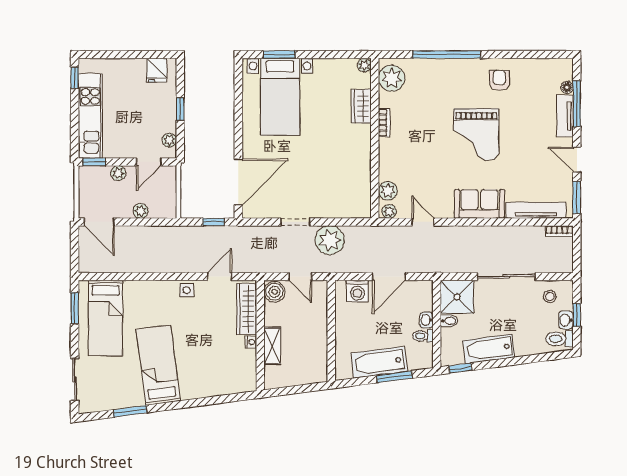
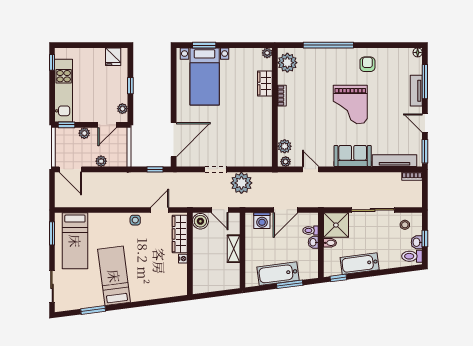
floor lamp: (567, 87) -> (418, 52), moved
toilet: (423, 336) -> (311, 230), moved
shelving: (272, 346) -> (234, 249), moved

